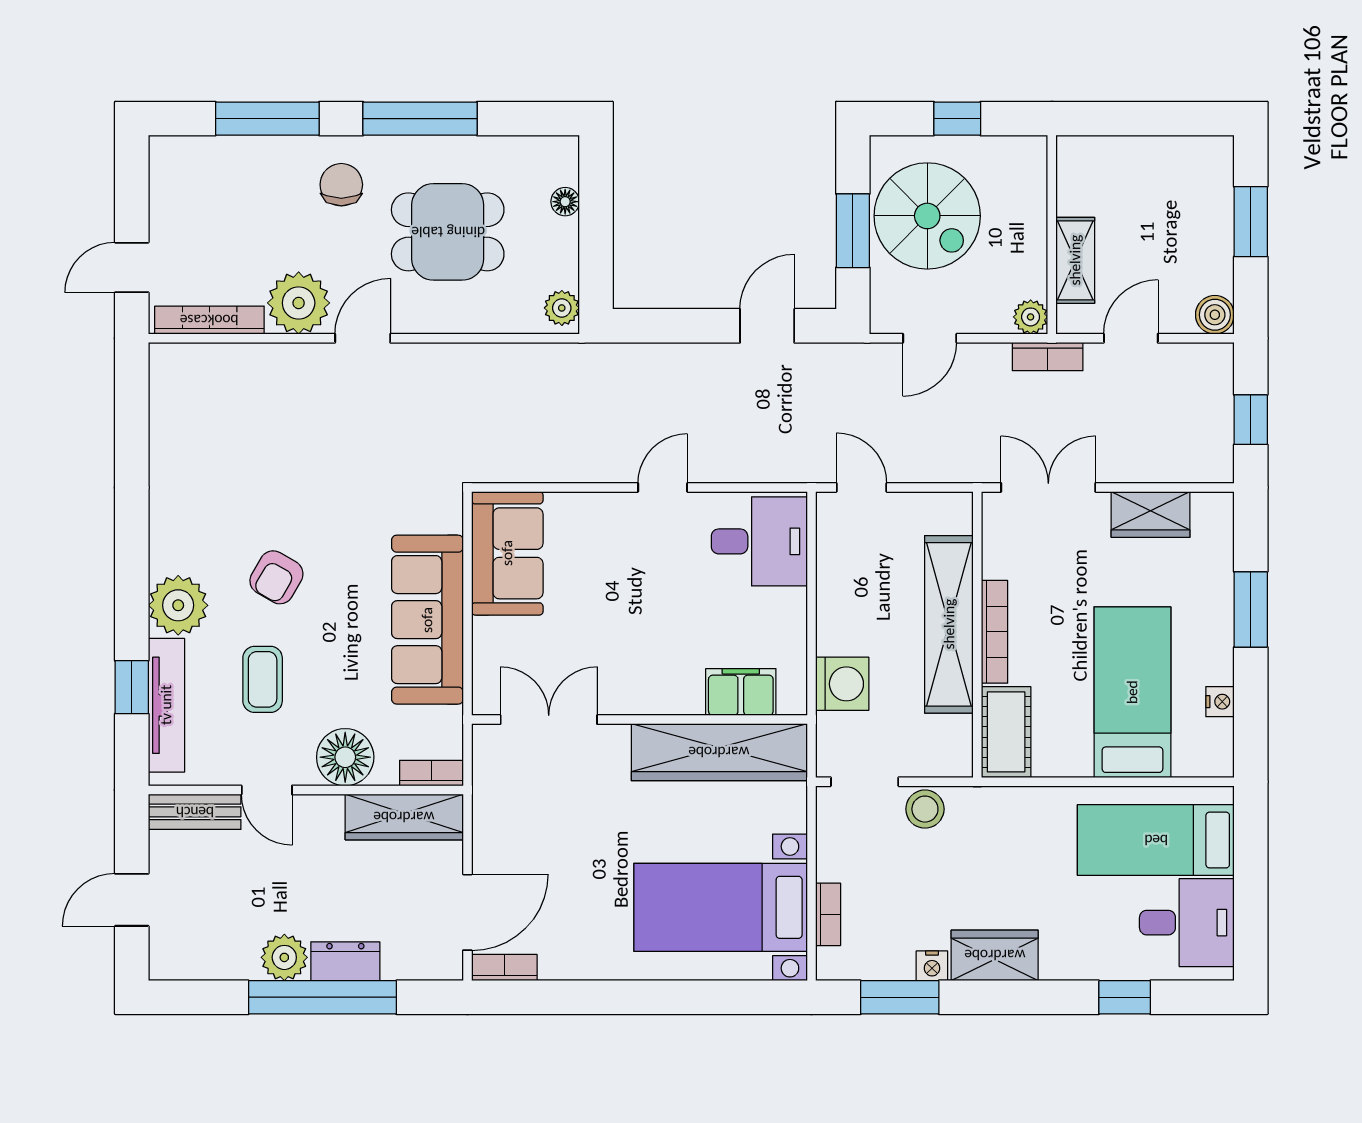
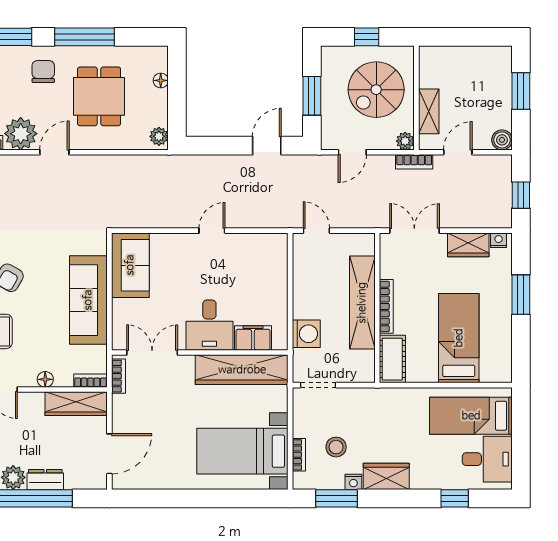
spiral stairs: (927, 216) -> (376, 90), moved, turned 90
dining table: (448, 232) -> (99, 96), turned 90
desk: (759, 541) -> (209, 325), moved, turned 90
nightstand: (1220, 702) -> (499, 240), moved, turned -90
floor lamp: (345, 757) -> (45, 379), width x0.53, depth x0.53
stool: (925, 809) -> (336, 447), moved
bookcase: (504, 968) -> (118, 376), moved, turned 90

